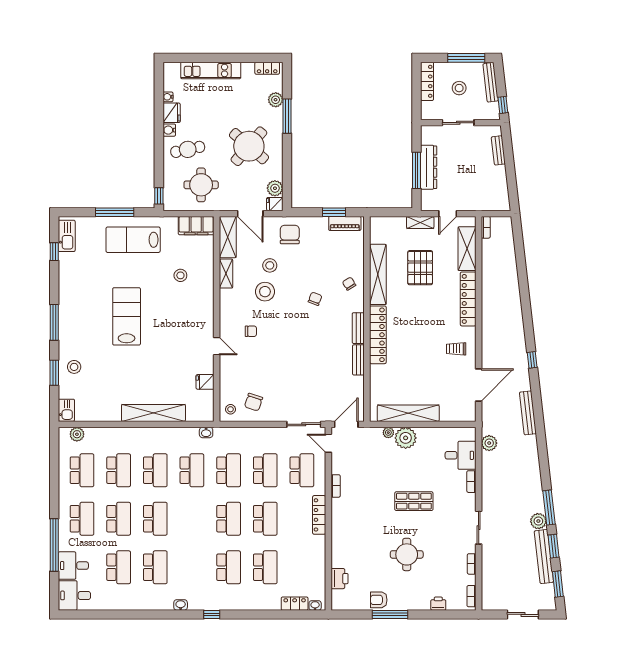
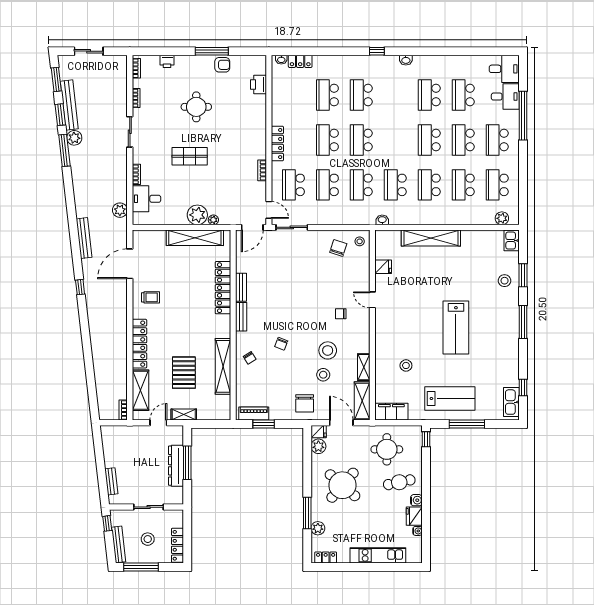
locker: (378, 335) -> (223, 288), moved

